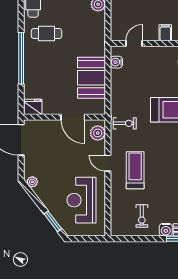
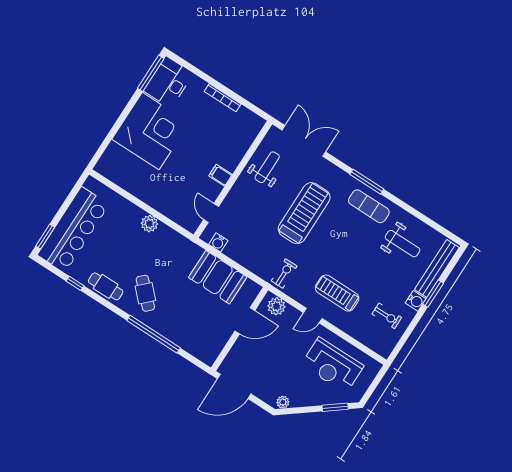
cafe table: (47, 33) -> (145, 293), turned -45
fridge: (33, 107) -> (209, 354), removed

